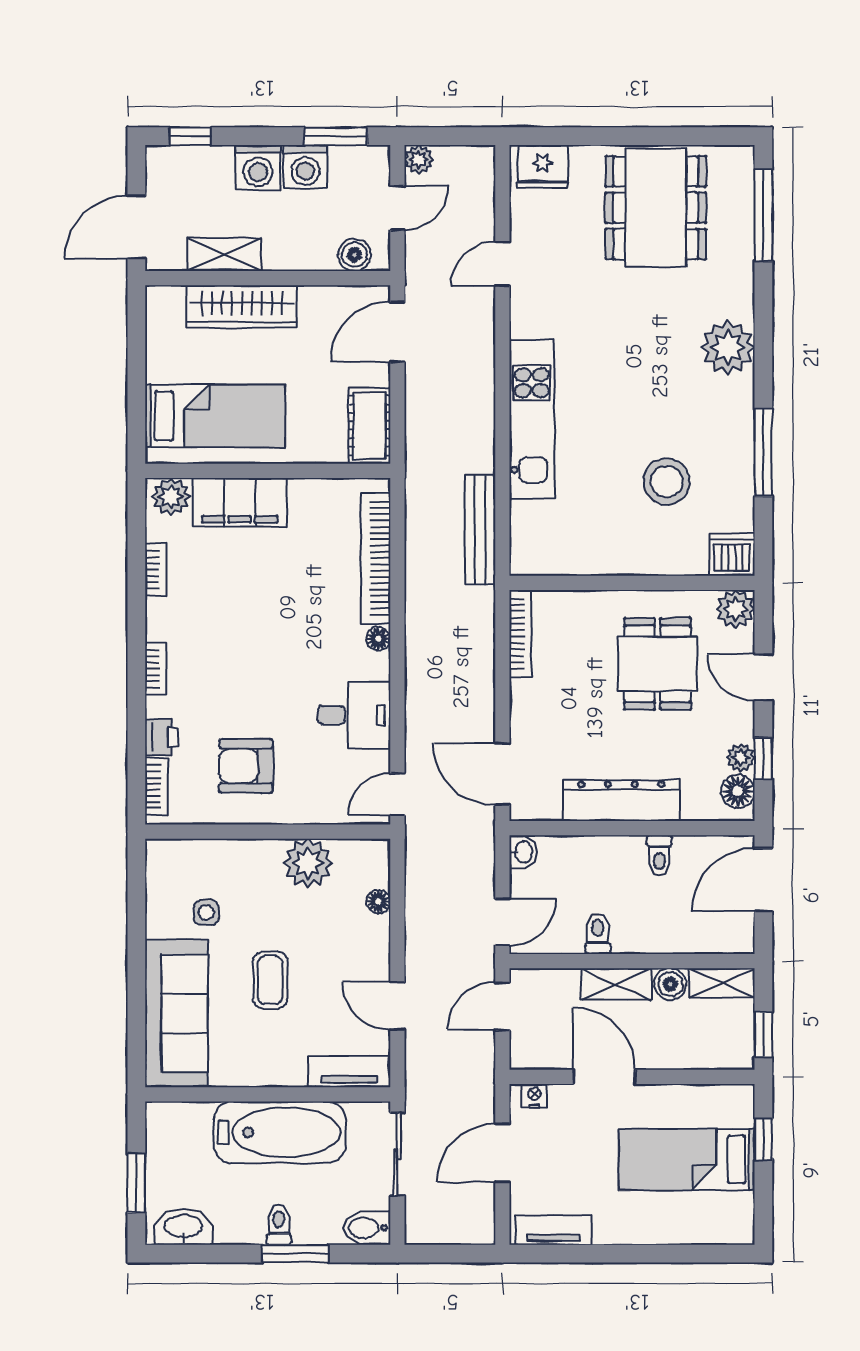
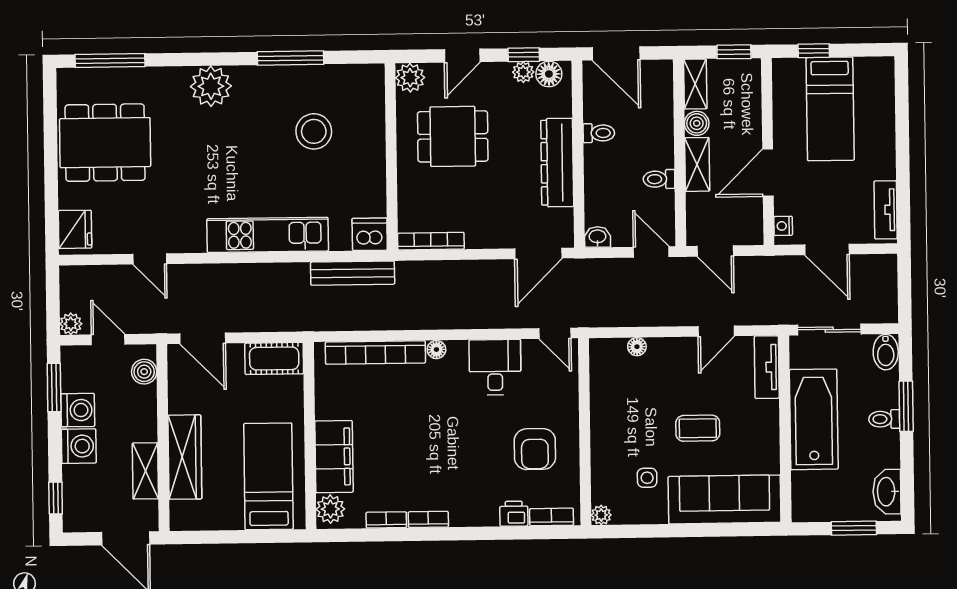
dishwasher: (732, 555) -> (370, 234), moved, turned 90
bookcase: (156, 669) -> (428, 519), moved
plant: (308, 863) -> (601, 515), moved, width x0.53, depth x0.53

